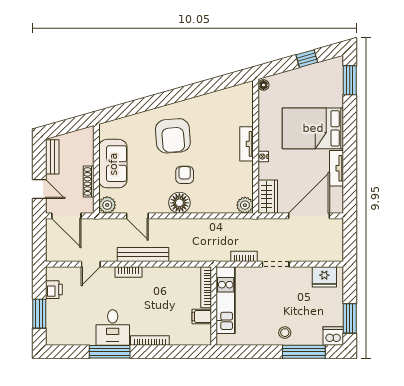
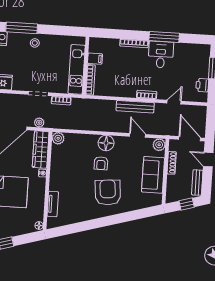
window: (65, 127) -> (187, 204), added
tv unit: (247, 144) -> (53, 204), moved
wardrobe: (268, 197) -> (41, 150), width x1.50
plant: (272, 225) -> (39, 123), added

